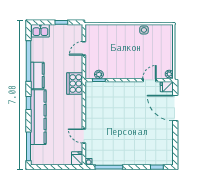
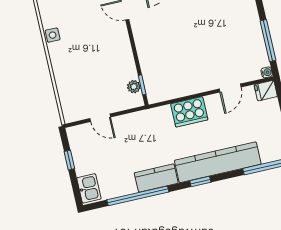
cooker: (75, 84) -> (189, 112), moved

